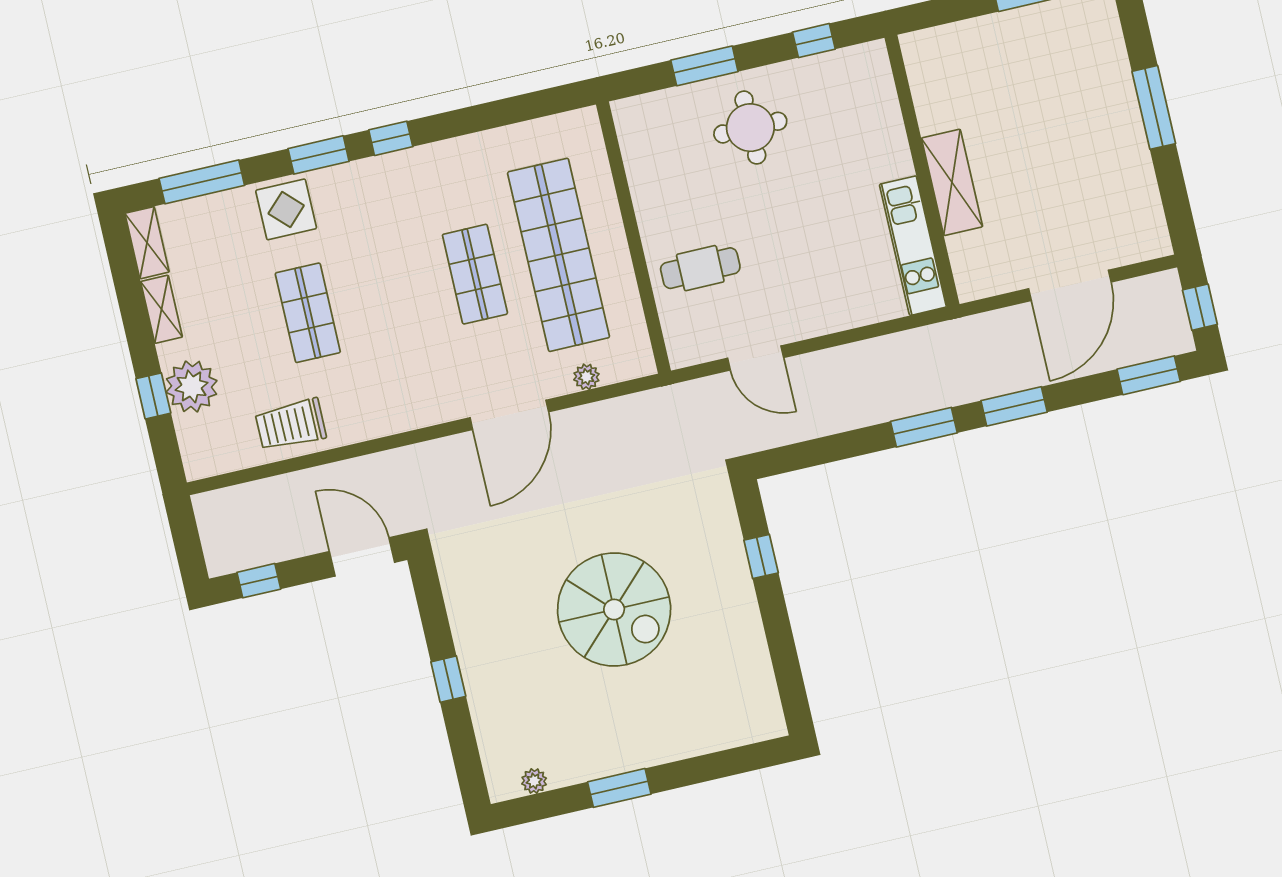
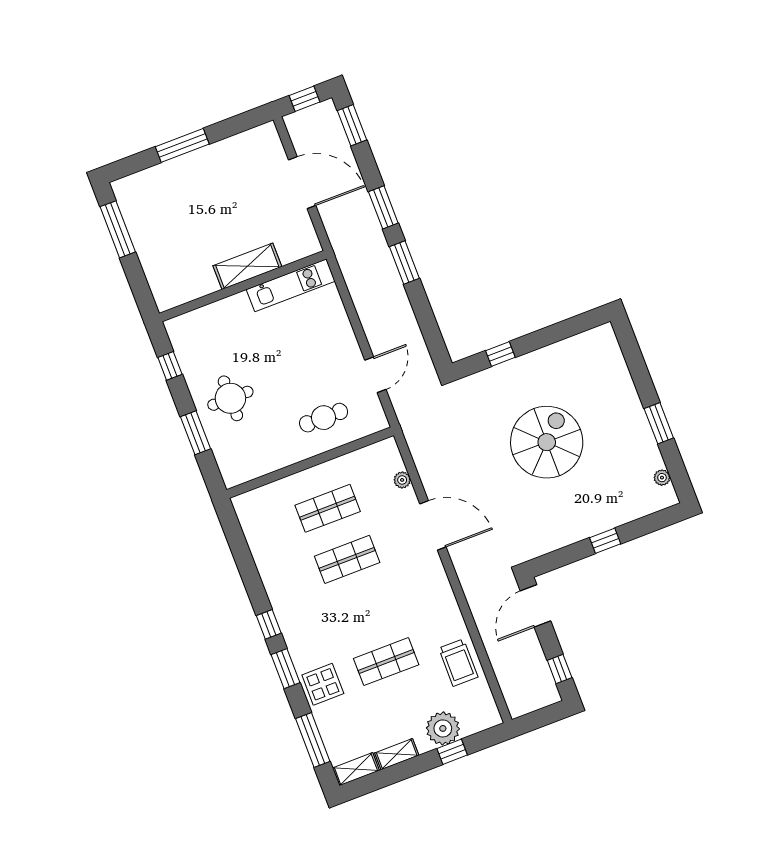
shop shelf: (558, 255) -> (328, 508), width x0.50, depth x0.74
cafe table: (700, 268) -> (324, 418), turned 90

